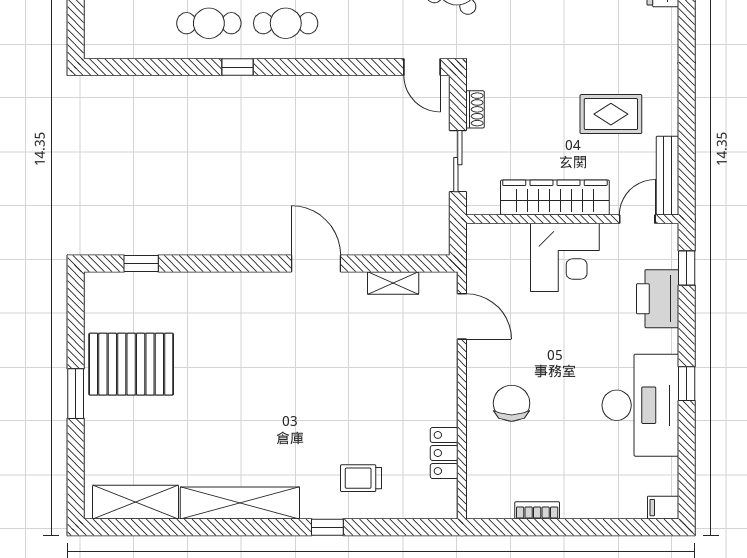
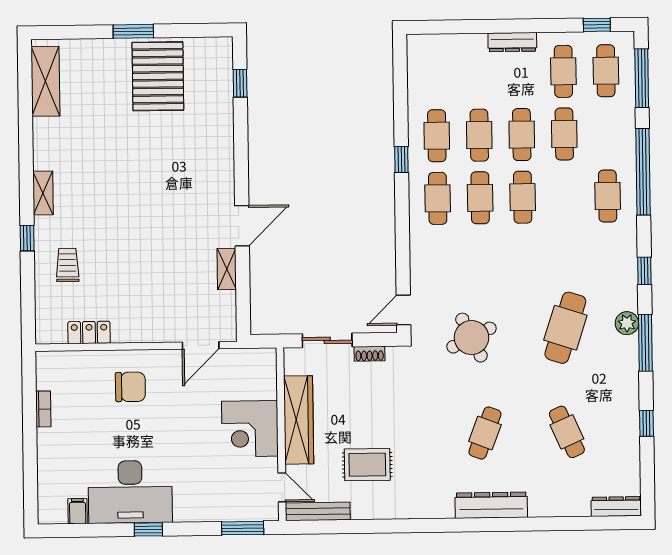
rug: (611, 114) -> (367, 465), turned 90
window: (687, 268) -> (243, 528), width x1.50
shelving: (393, 283) -> (227, 269), moved
printer: (658, 299) -> (217, 505), removed
shelving: (240, 503) -> (43, 193), width x0.45, depth x0.75
filing cabinet: (663, 508) -> (78, 511), moved

